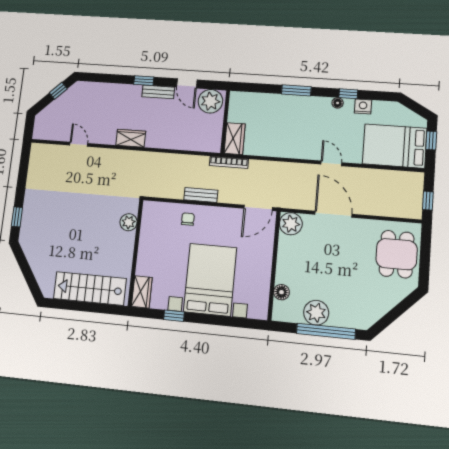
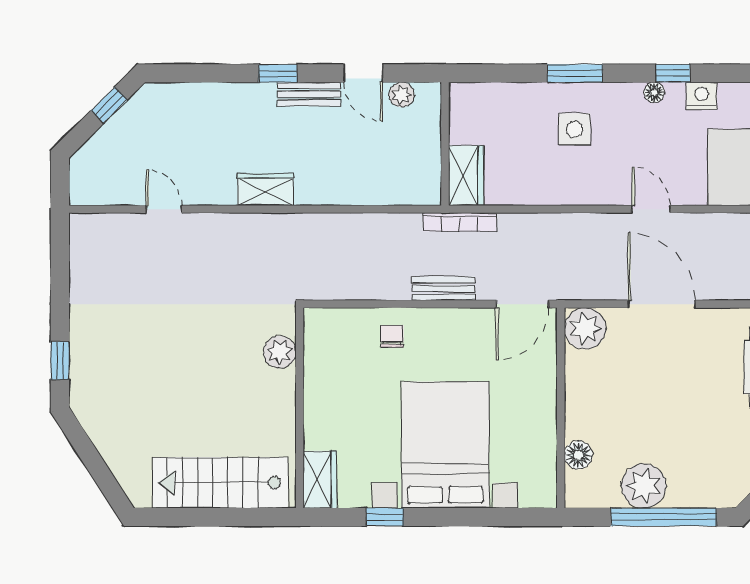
plant: (210, 101) -> (402, 95), width x0.53, depth x0.53
side table: (294, 119) -> (575, 129), added
bench: (201, 195) -> (443, 289), moved

